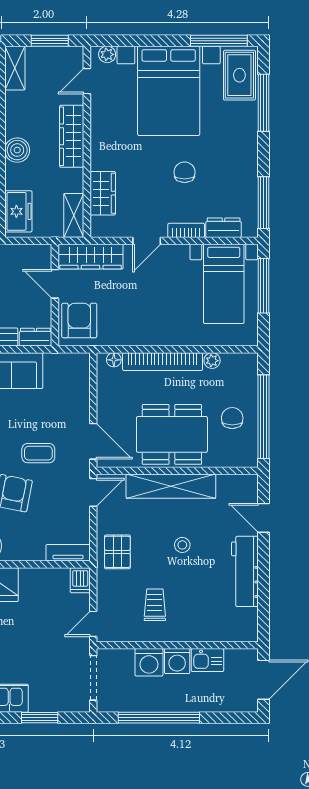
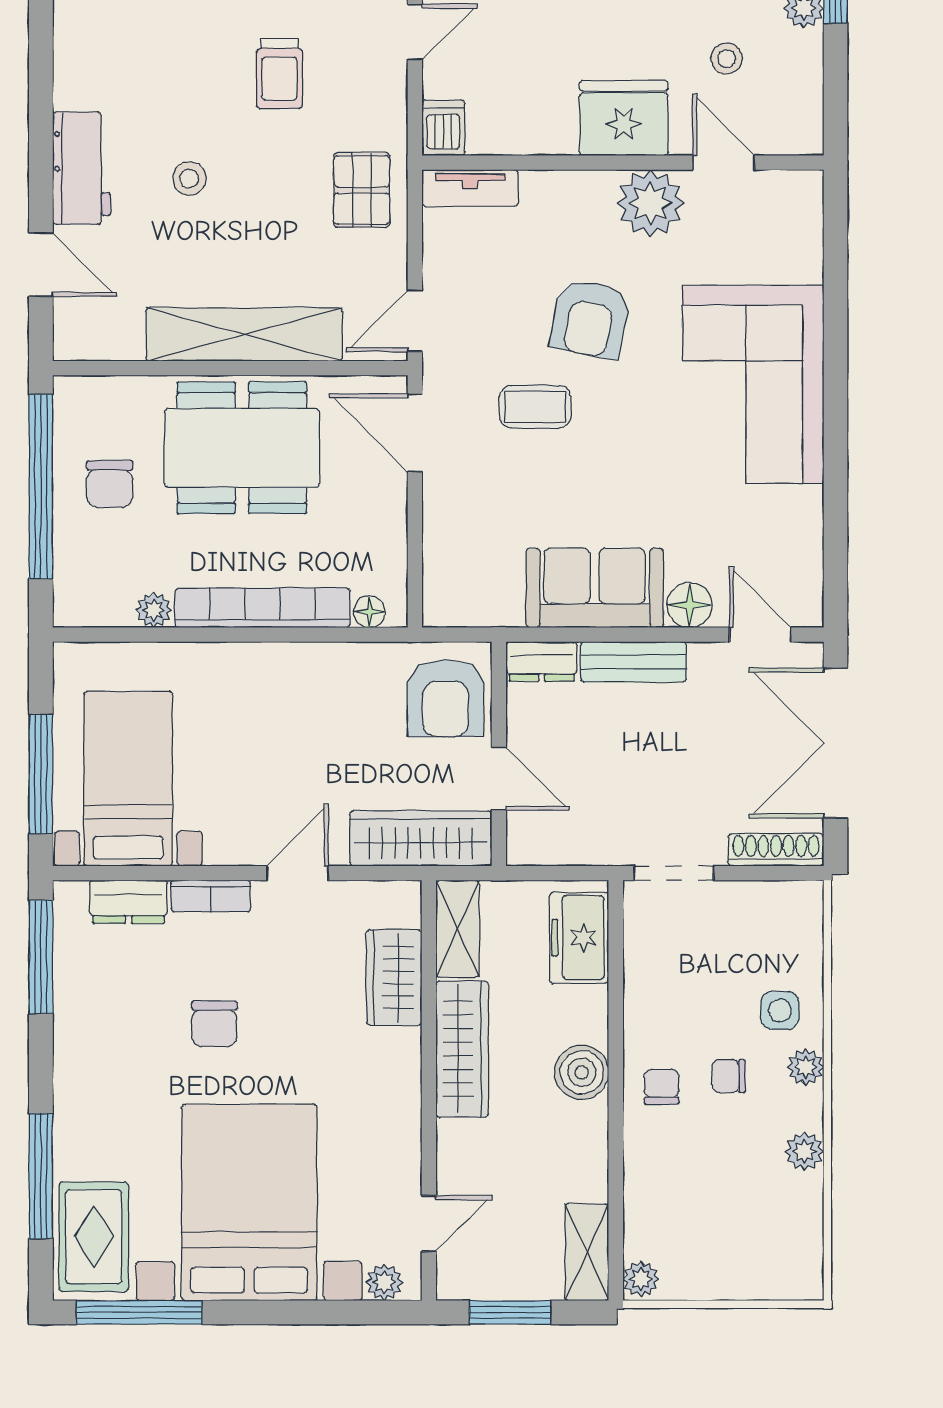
wardrobe: (72, 136) -> (462, 1049), moved
stool: (182, 545) -> (189, 179), moved
workbench: (245, 571) -> (82, 168), width x0.73

